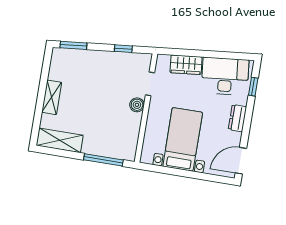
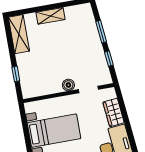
window: (73, 45) -> (101, 32), moved
window: (103, 160) -> (16, 74), width x0.46

